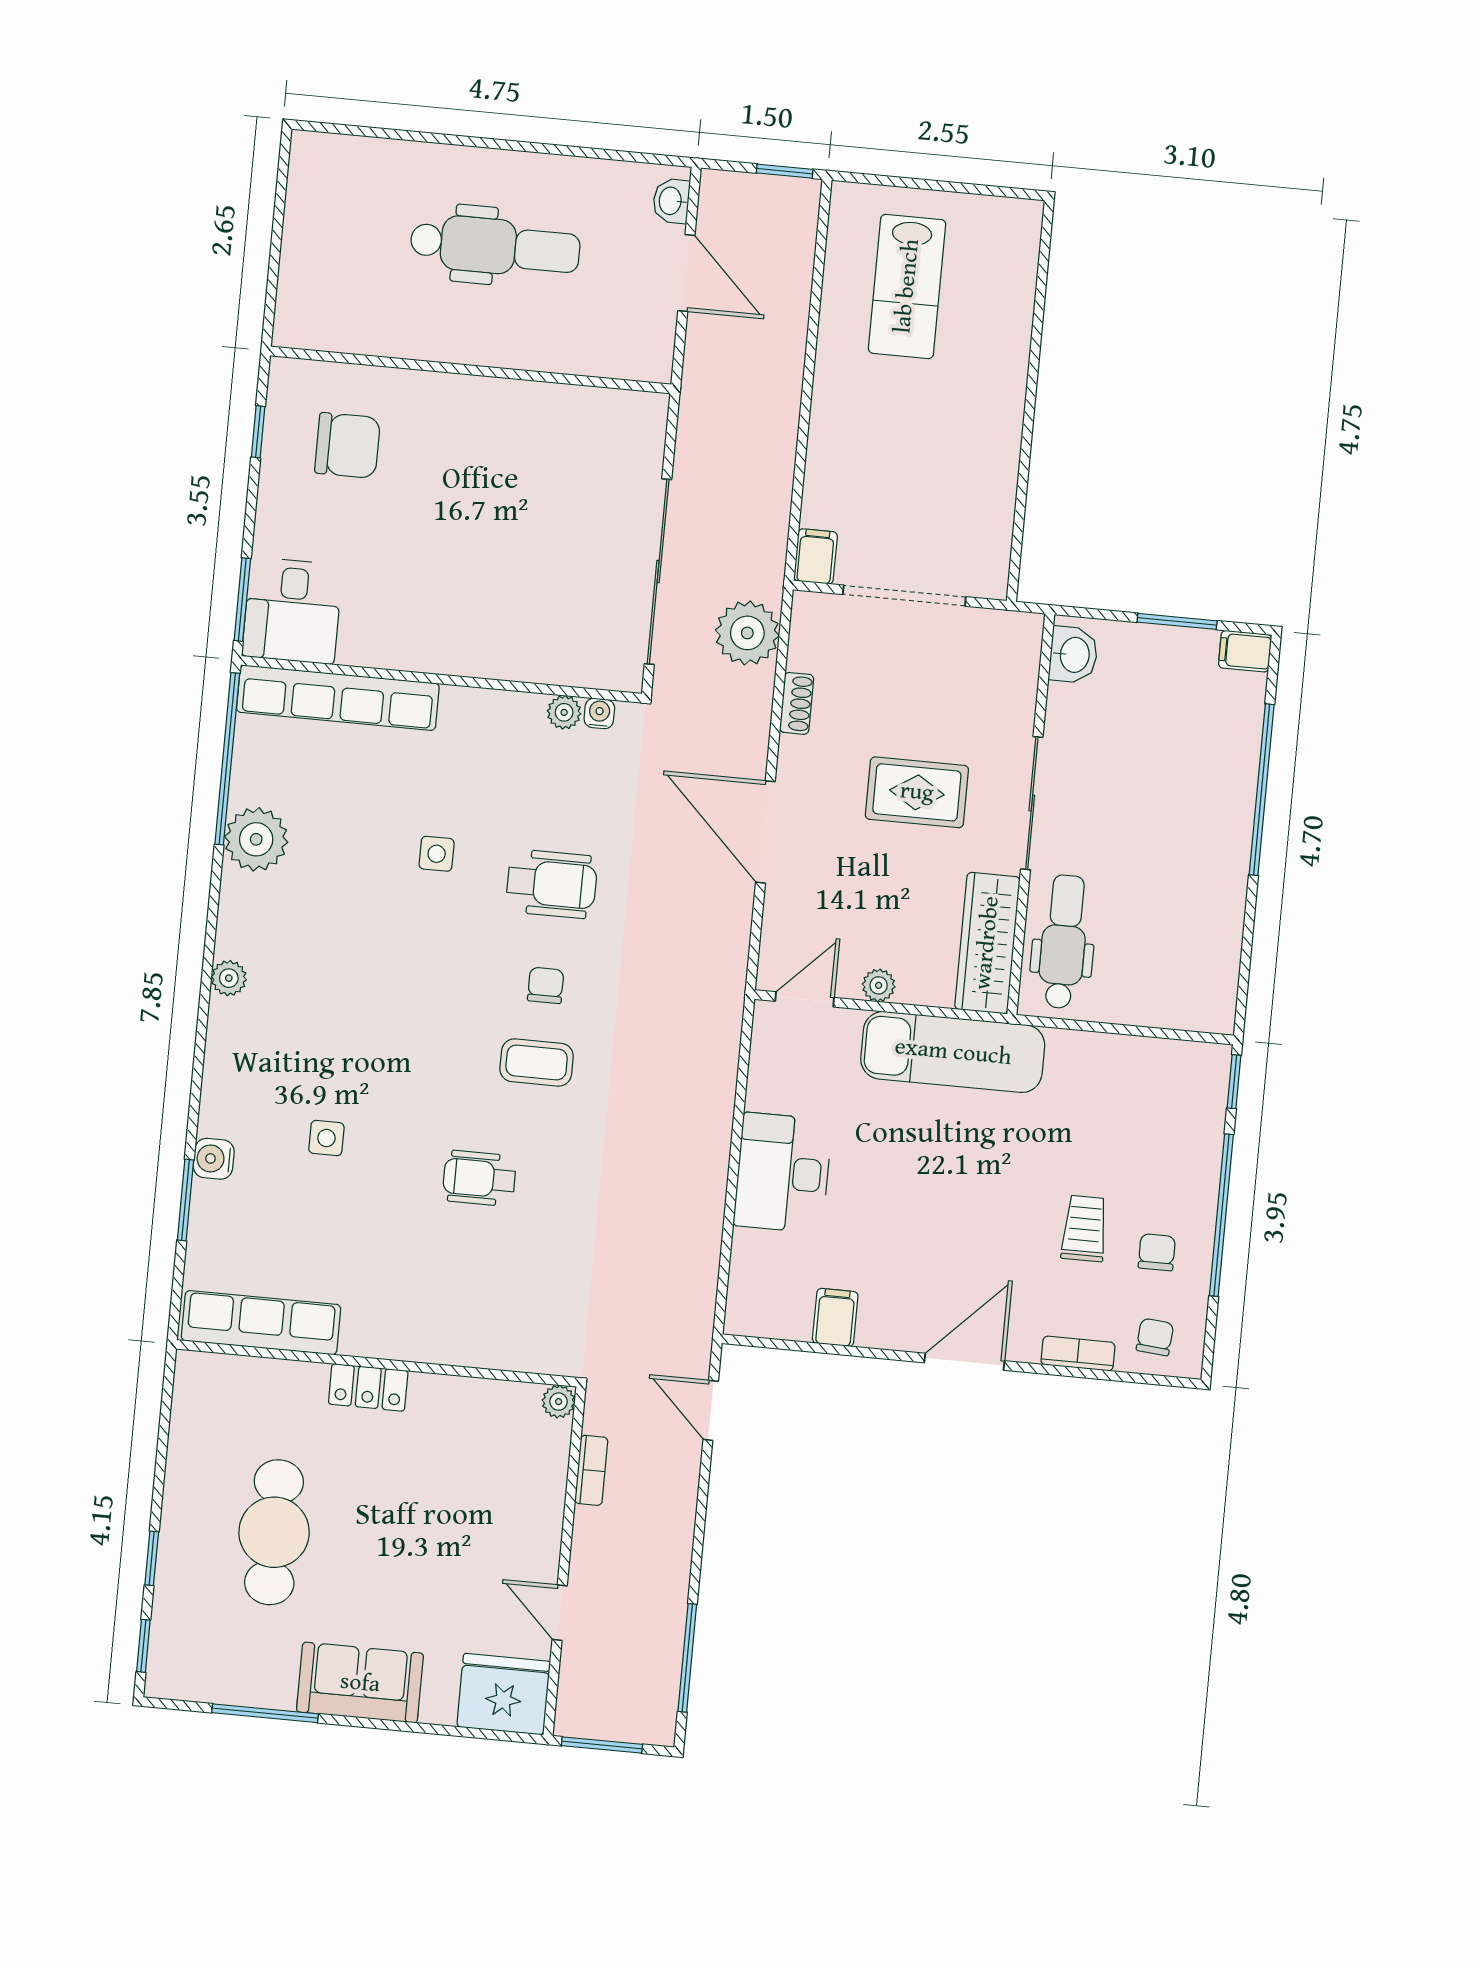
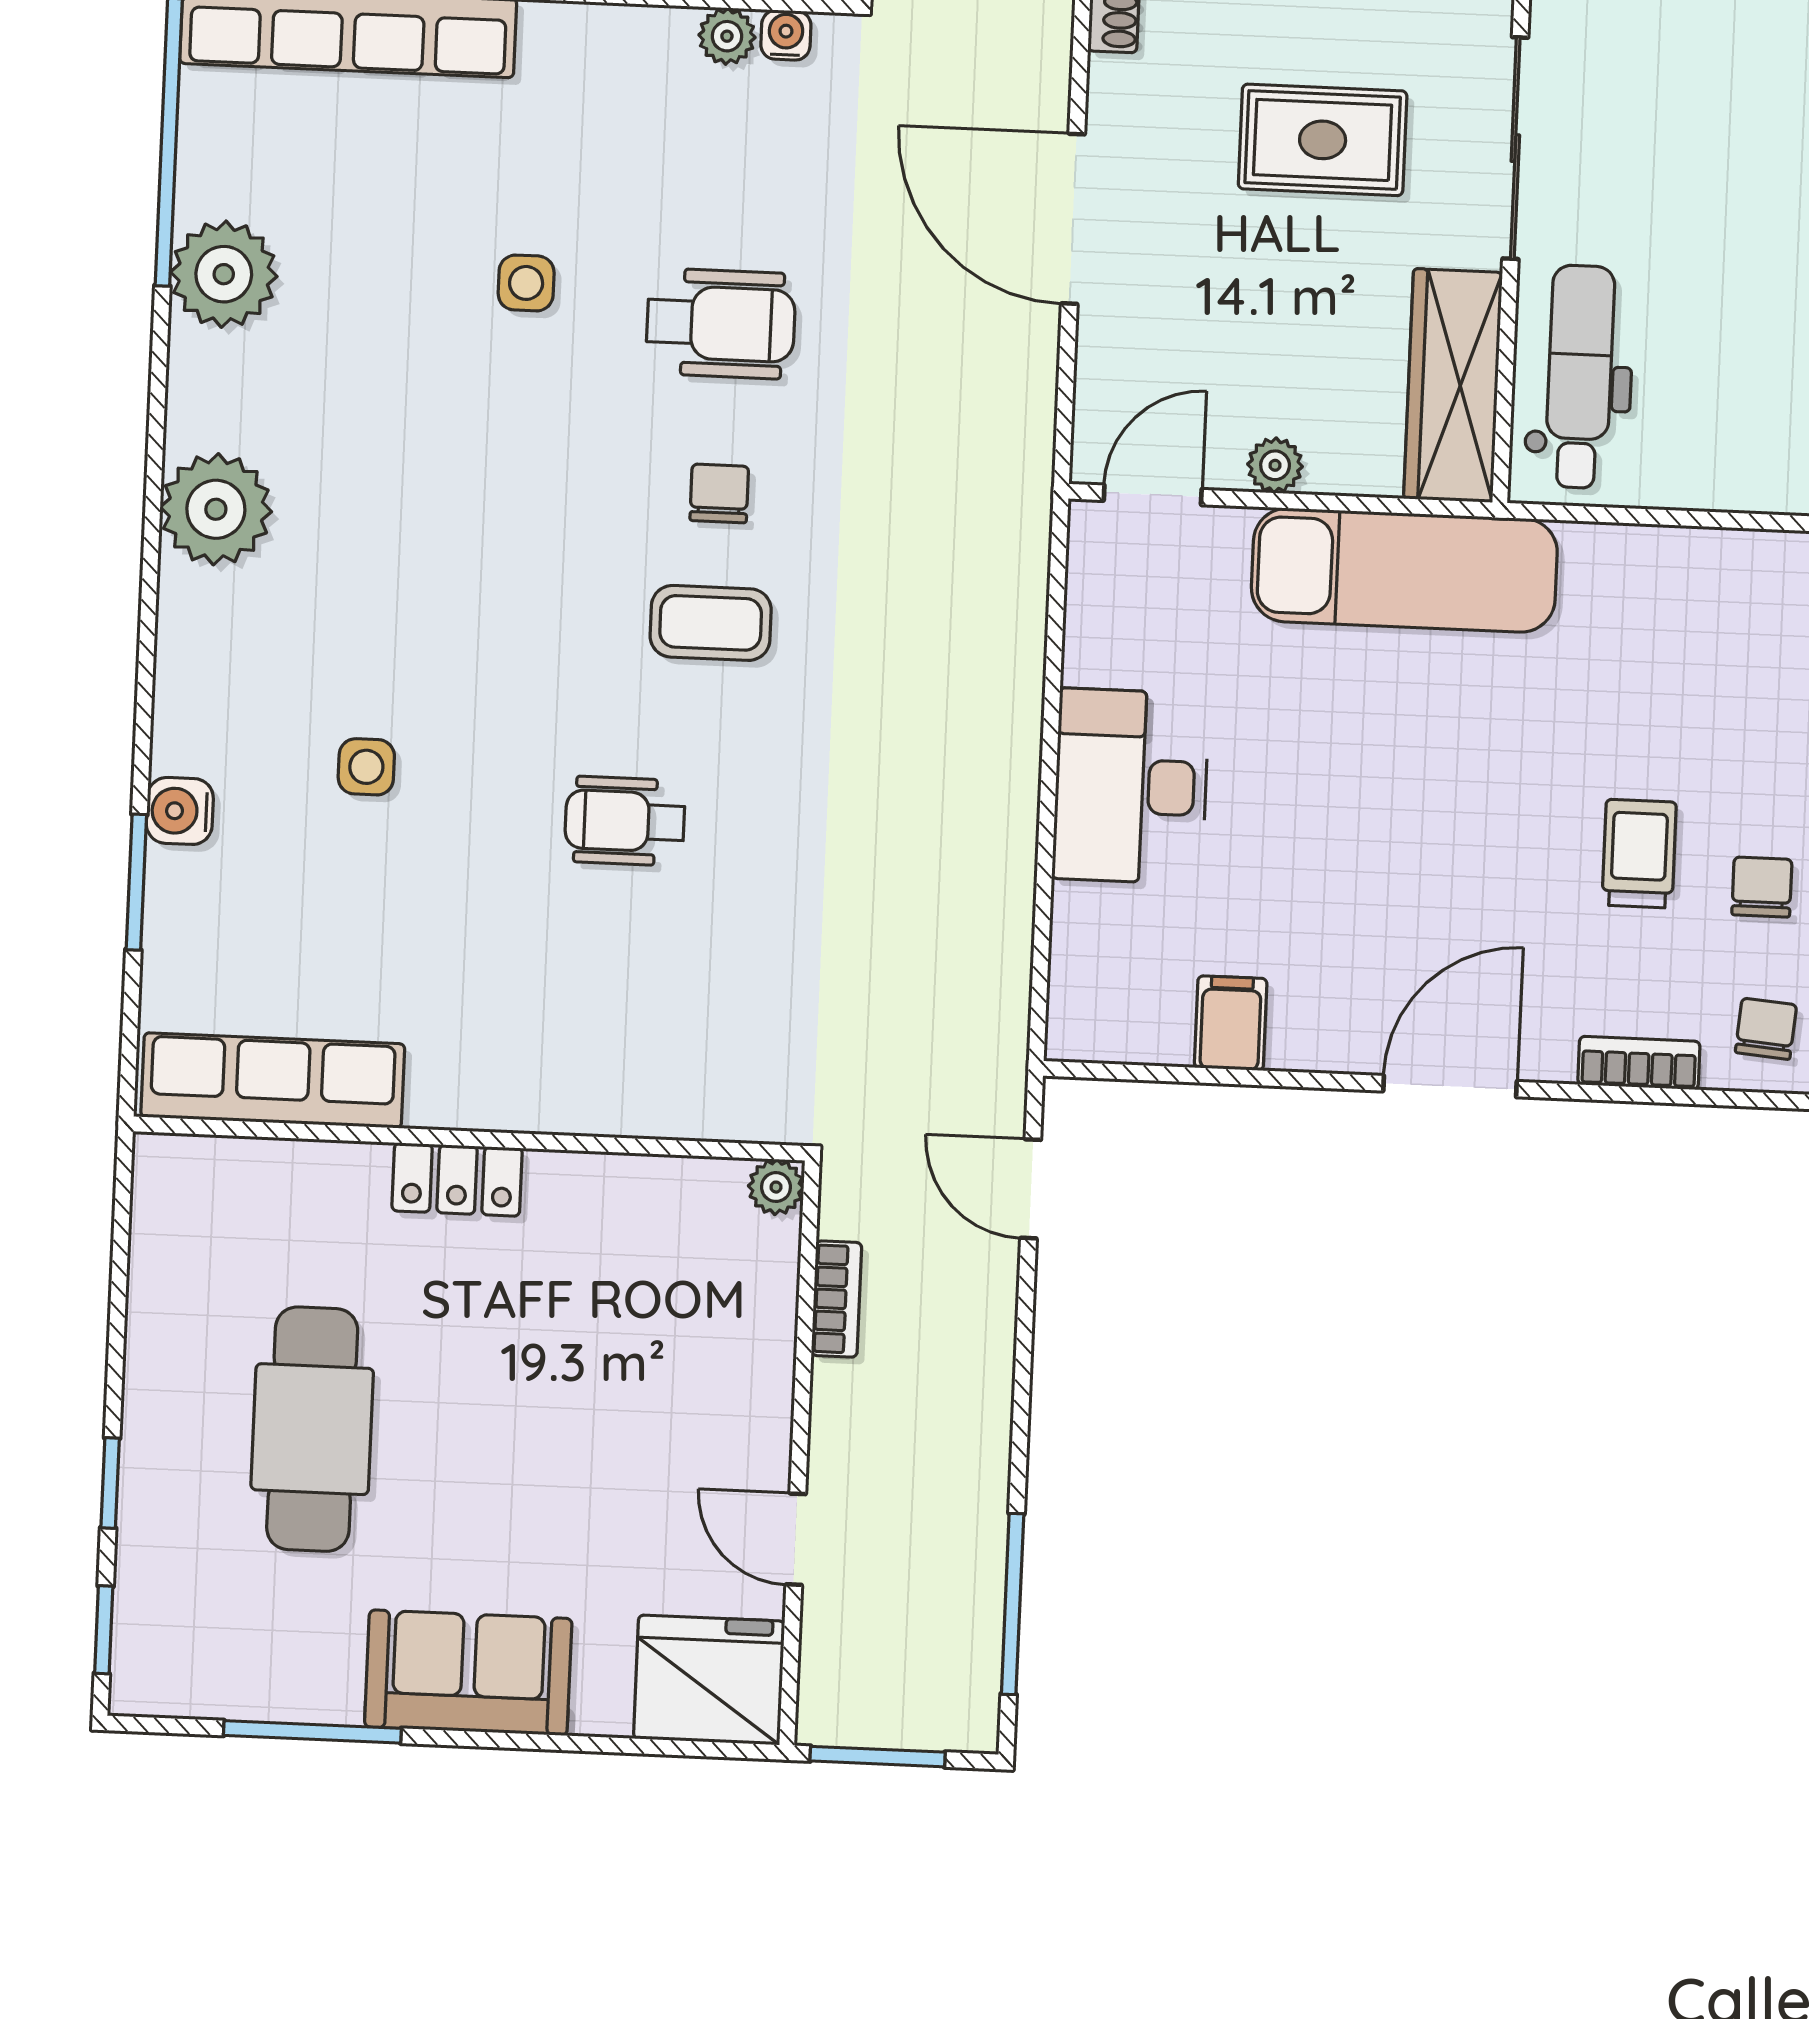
plant: (229, 978) -> (216, 509), width x1.87, depth x1.87

